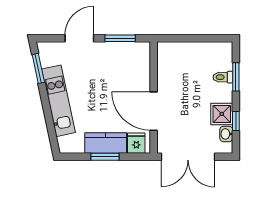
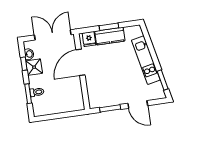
door: (79, 38) -> (138, 104), hinge flipped
door: (154, 111) -> (80, 62), swing flipped

